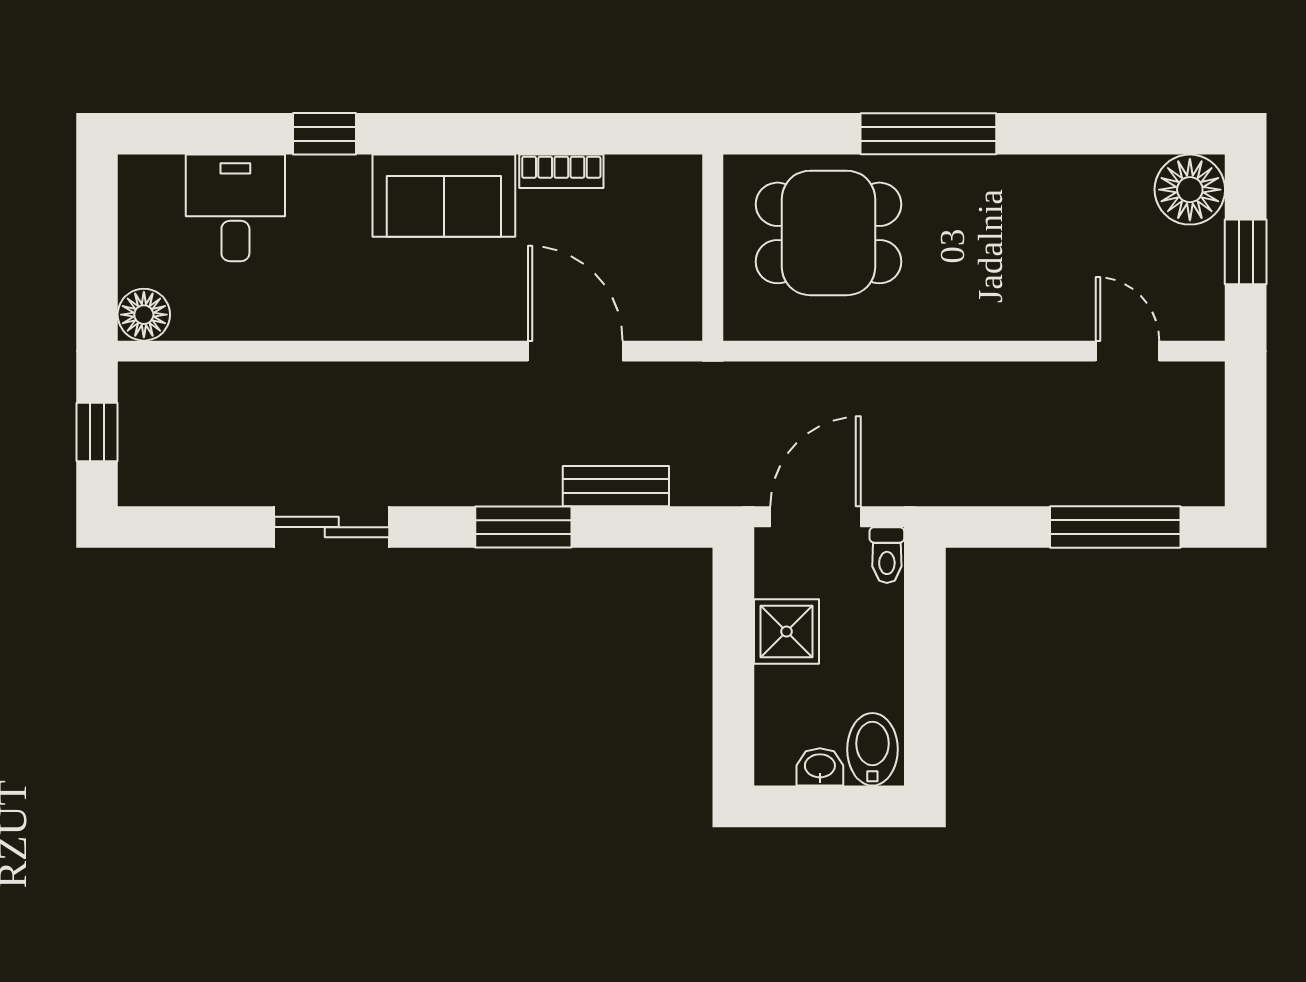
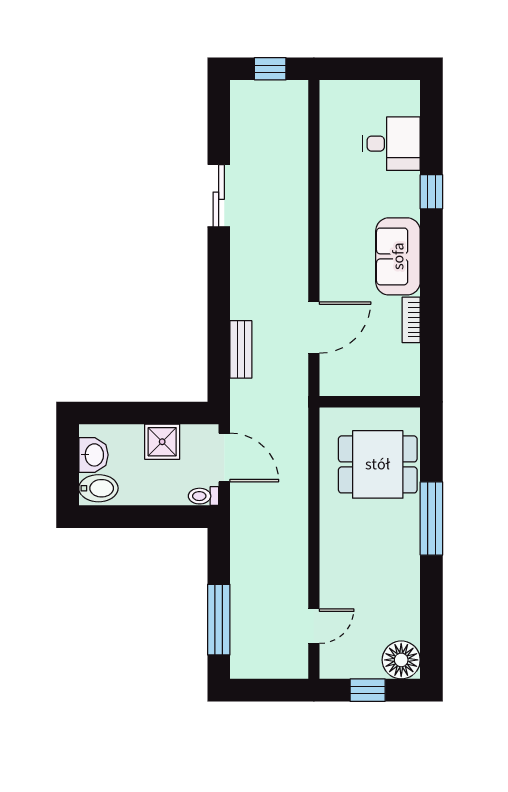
dining table: (829, 233) -> (378, 464), turned 90
floor lamp: (144, 315) -> (334, 94), removed
window: (523, 527) -> (219, 299), removed
washbasin: (820, 767) -> (93, 455), width x1.38, depth x1.45

